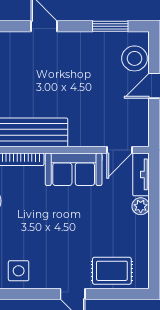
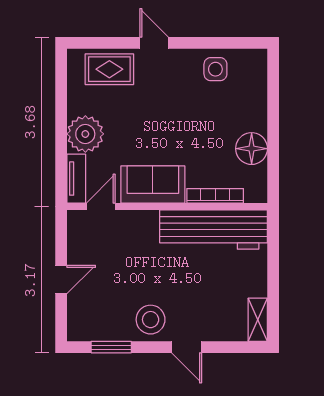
stool: (134, 58) -> (151, 320), moved
plant: (141, 206) -> (85, 134), width x1.88, depth x1.88

